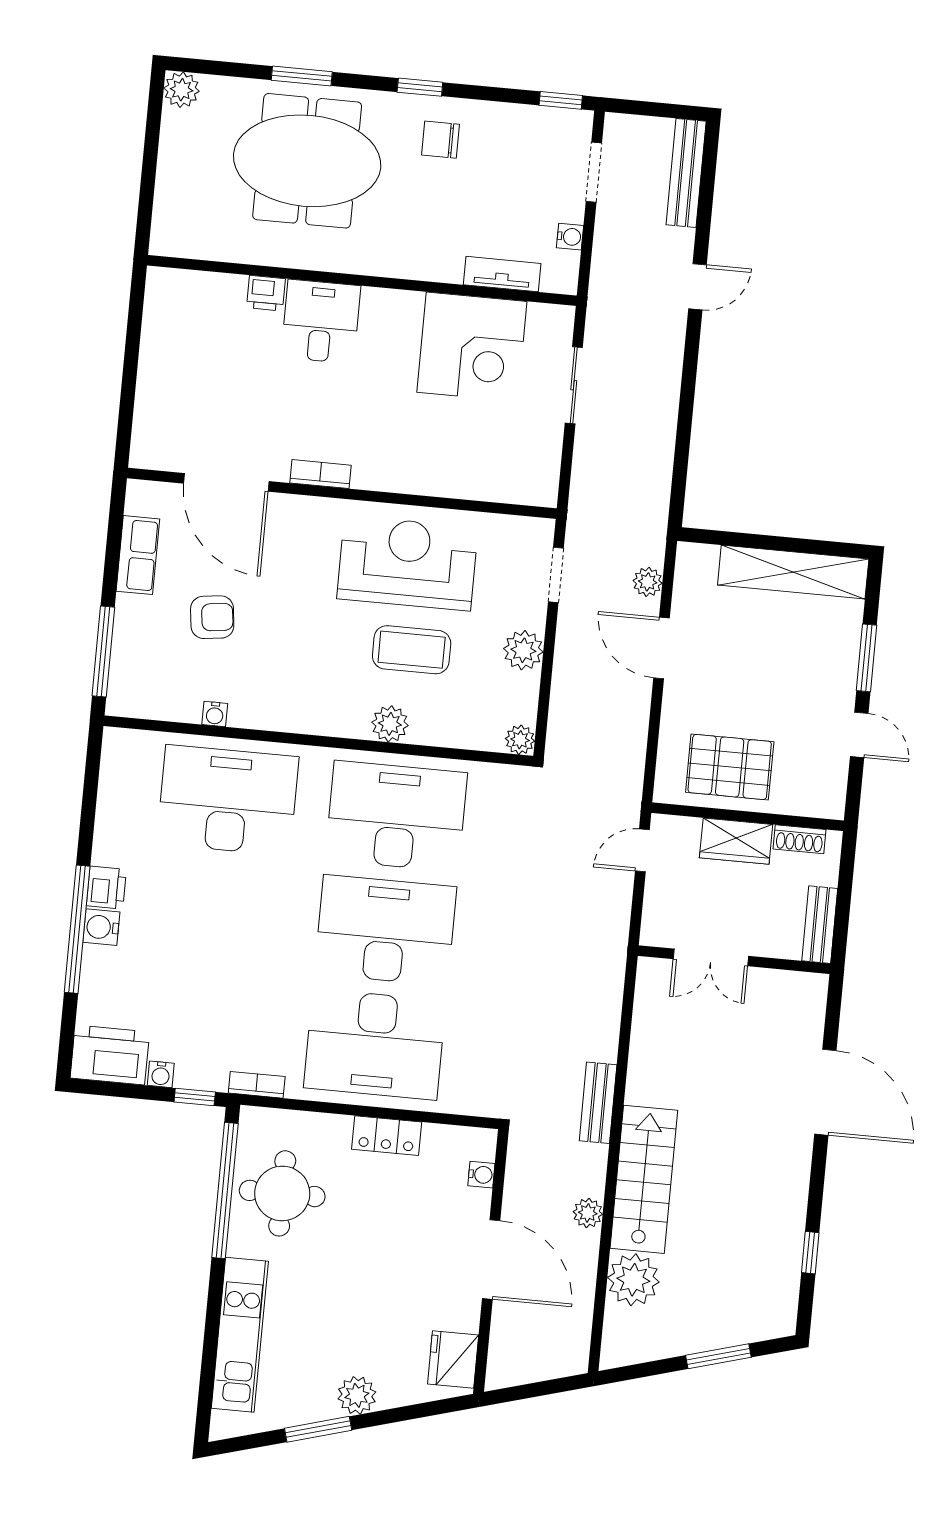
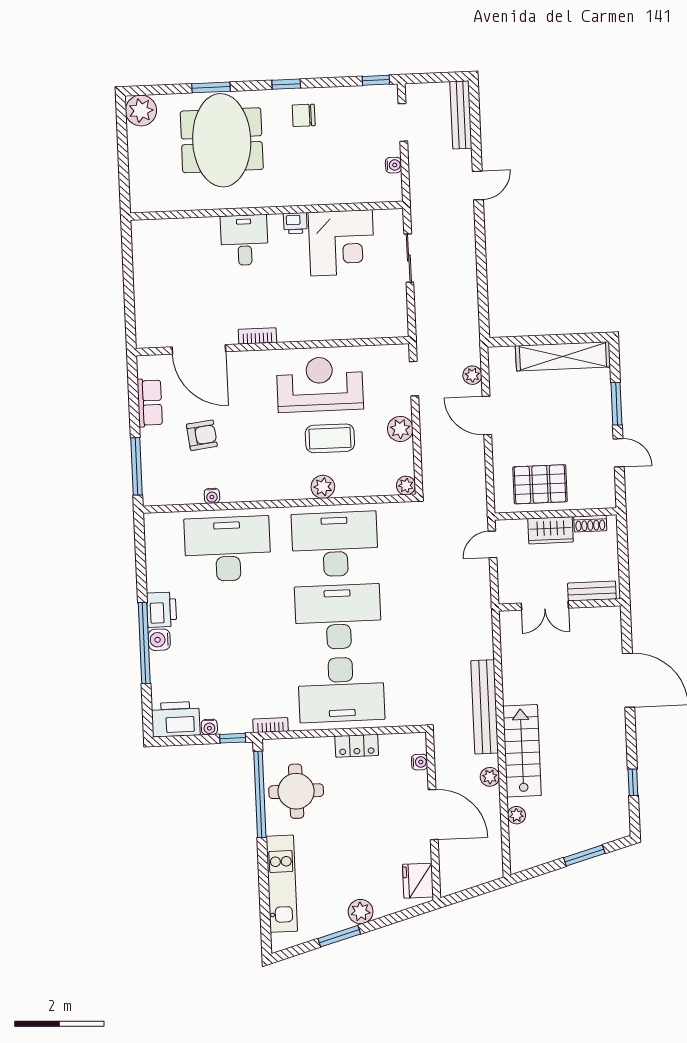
plant: (182, 90) -> (141, 110), width x1.36, depth x1.36
meeting table: (307, 161) -> (222, 140), turned 90
tv unit: (502, 274) -> (354, 194), removed
printer: (266, 293) -> (295, 223), moved
printer: (106, 888) -> (162, 610), width x1.36, depth x1.24
bench: (820, 925) -> (592, 591), moved, turned 90
bench: (598, 1103) -> (485, 707), width x1.86, depth x1.21
plant: (633, 1280) -> (516, 815), width x0.53, depth x0.53

